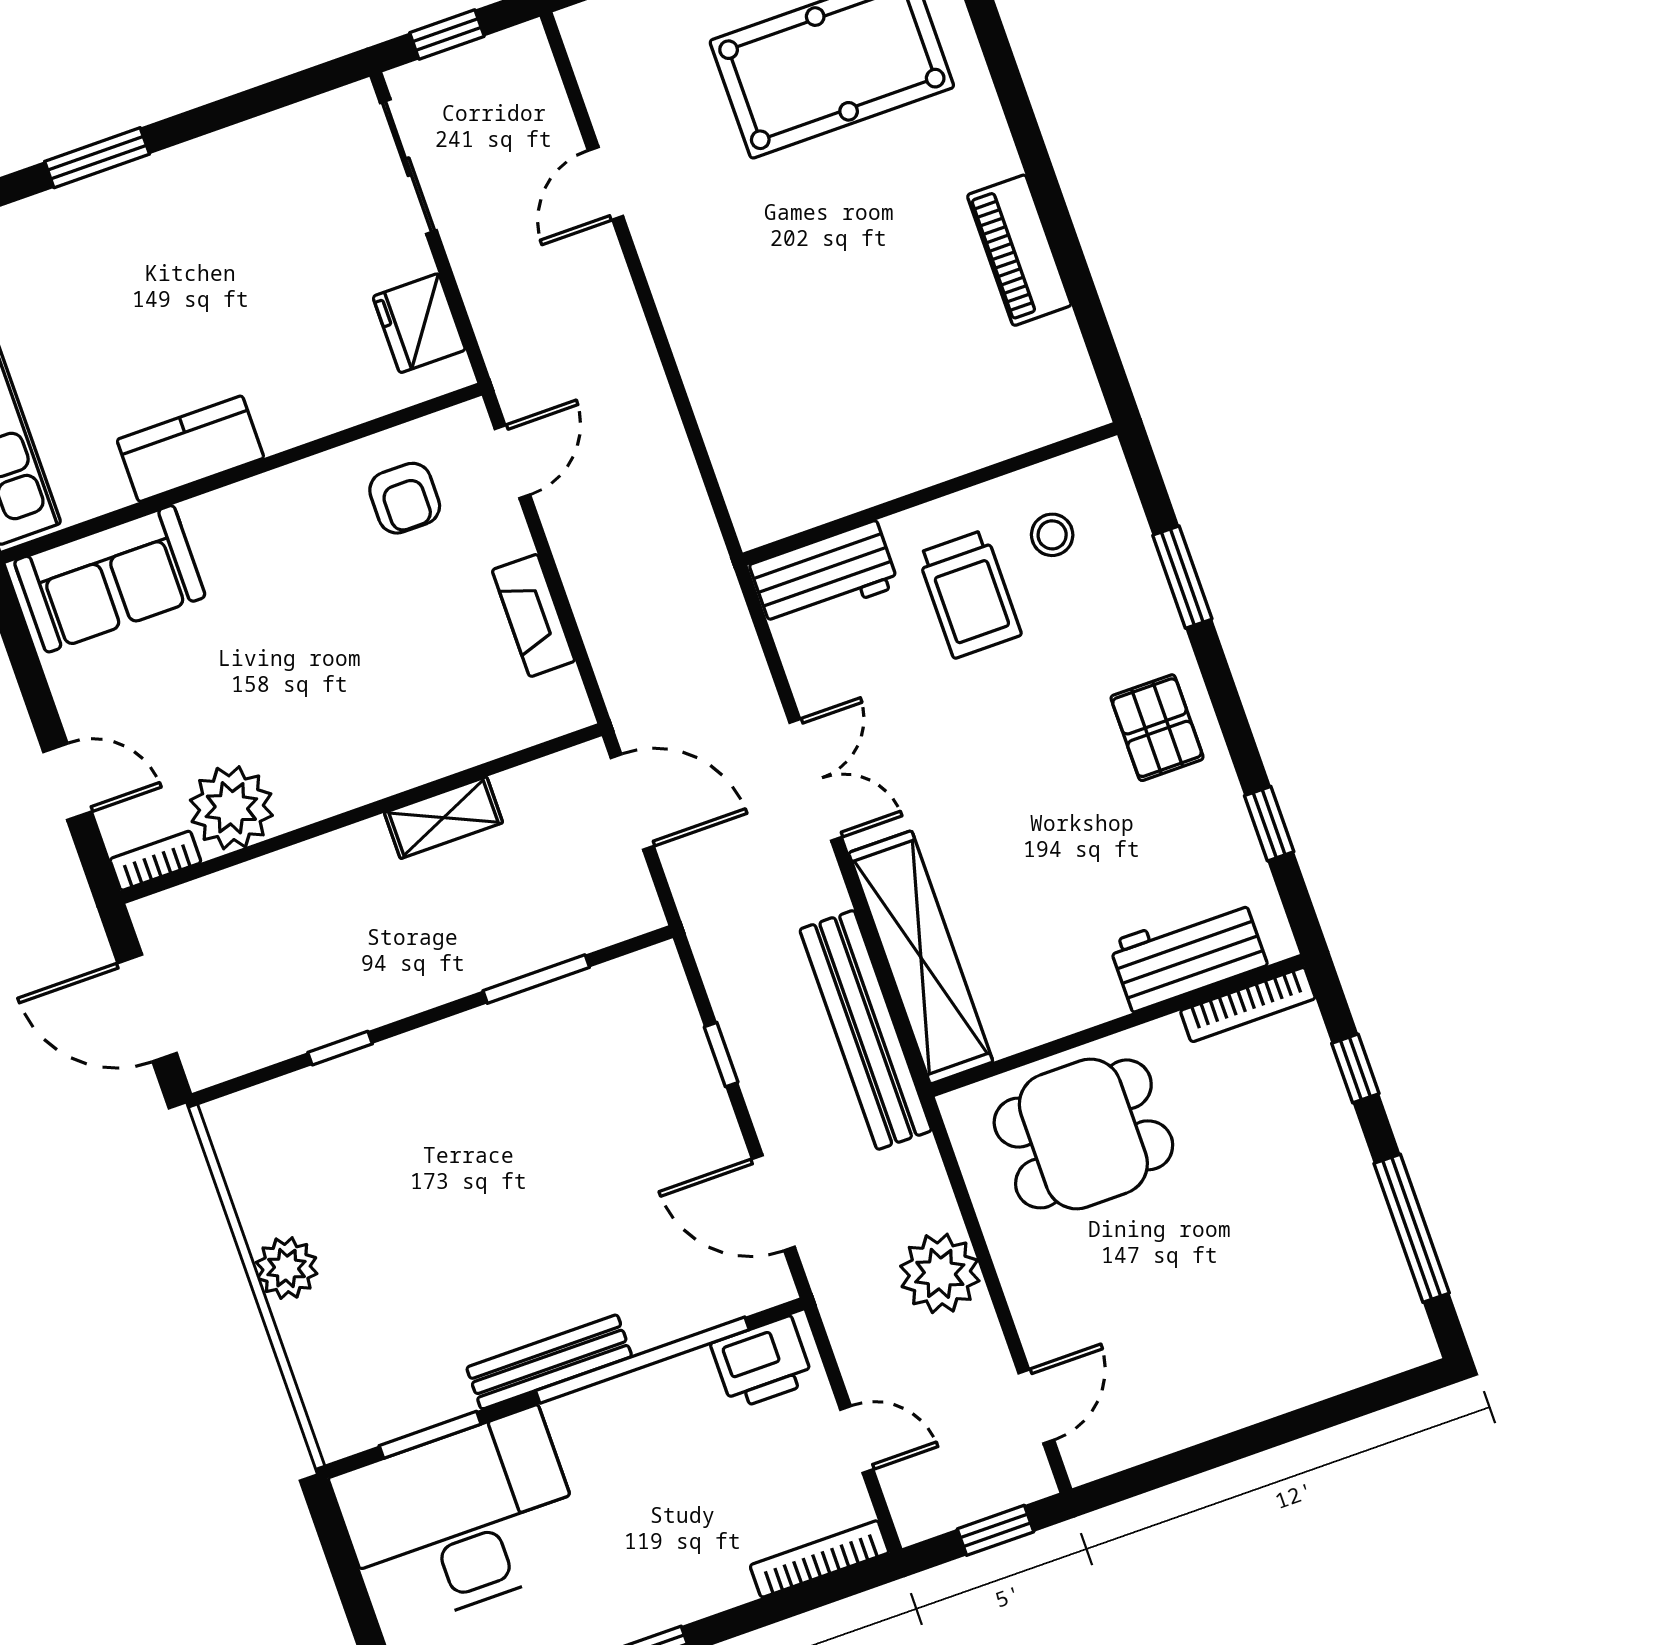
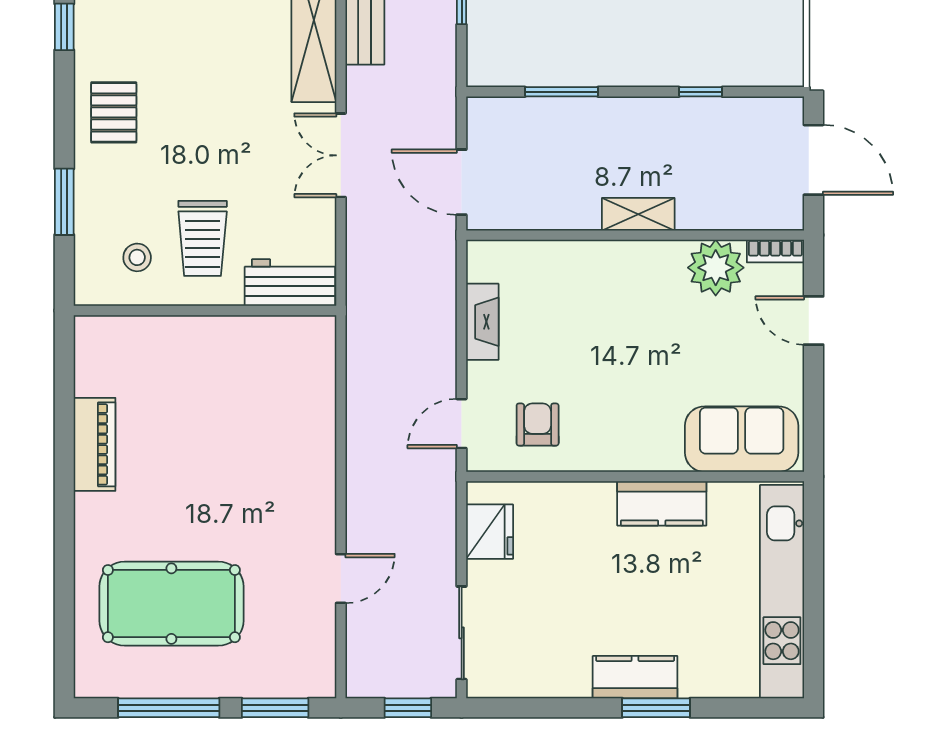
kitchen counter: (142, 190) -> (635, 677), added
trolley: (969, 594) -> (203, 238), turned 180
shelving: (444, 818) -> (638, 214), moved

